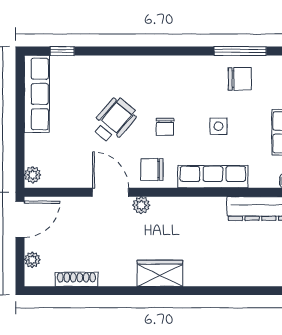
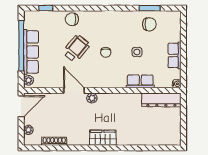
window: (240, 51) -> (150, 8), width x0.69
row of seats: (37, 94) -> (31, 52), moved
window: (20, 115) -> (21, 46), added
chair: (152, 170) -> (72, 19), moved
row of seats: (213, 177) -> (140, 81), width x0.68

